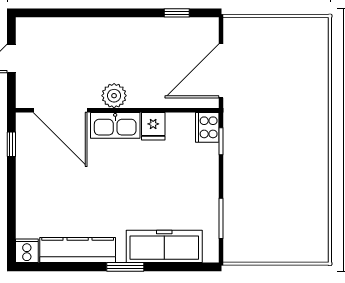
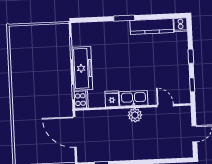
door: (221, 71) -> (75, 132), swing flipped
door: (60, 110) -> (165, 106), width x0.53
window: (11, 195) -> (191, 56), added
freezer: (164, 246) -> (82, 68), moved, turned -90

